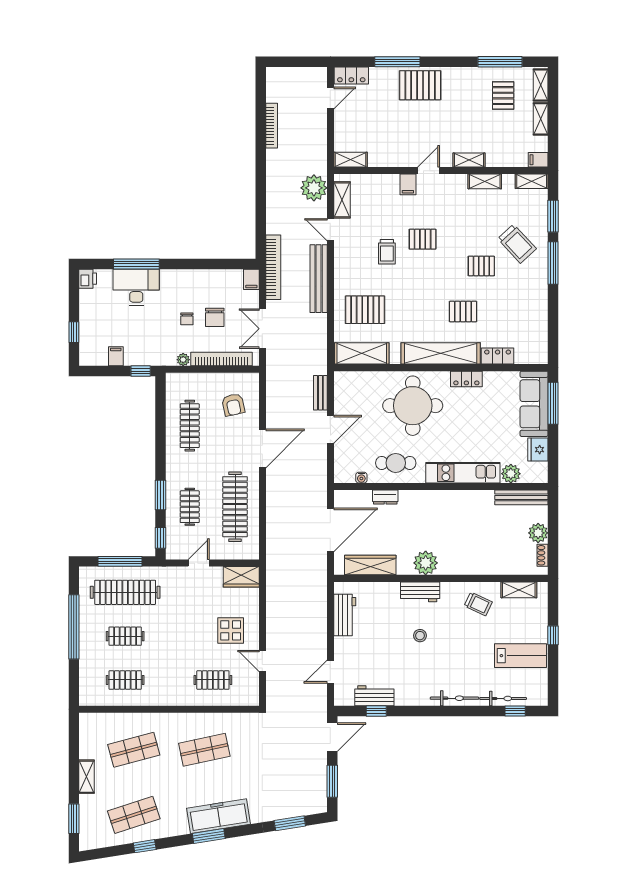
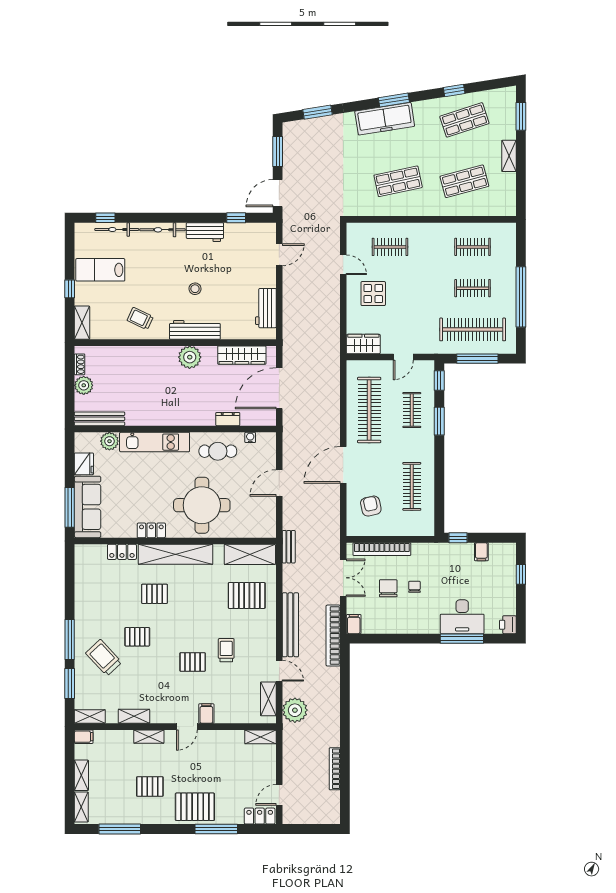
pallet: (503, 96) -> (150, 787), moved, turned 90
plant: (183, 360) -> (418, 549), removed
bench: (320, 393) -> (289, 547), moved
shelving: (519, 590) -> (82, 323), moved, turned 90
workbench: (420, 592) -> (195, 330), width x1.38
workbench: (374, 696) -> (205, 232), moved

